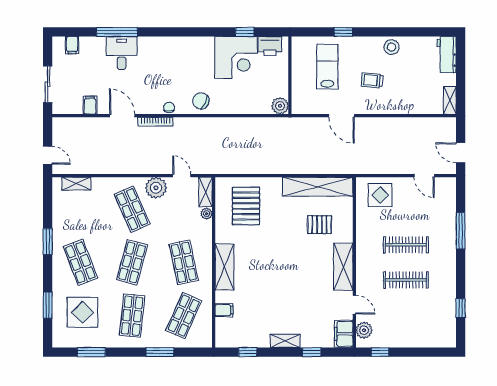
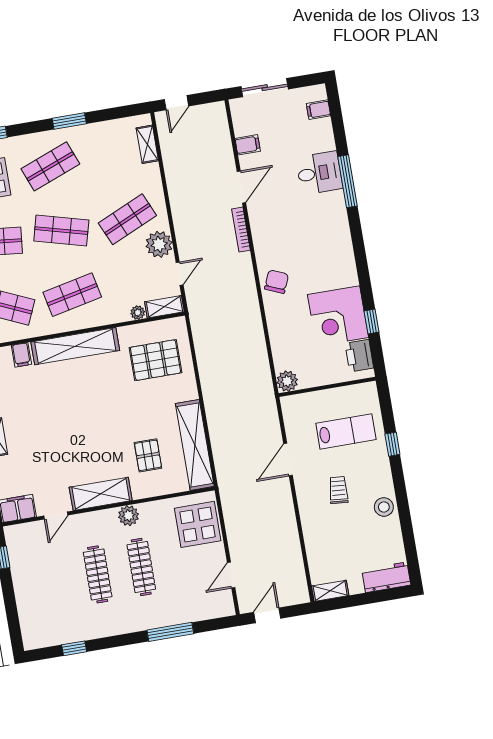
window: (117, 32) -> (348, 181), moved
chair: (169, 107) -> (262, 243), removed
display table: (380, 195) -> (198, 524), width x1.36, depth x1.36
shelving: (224, 267) -> (75, 346), width x1.47
plant: (364, 330) -> (128, 516), moved

